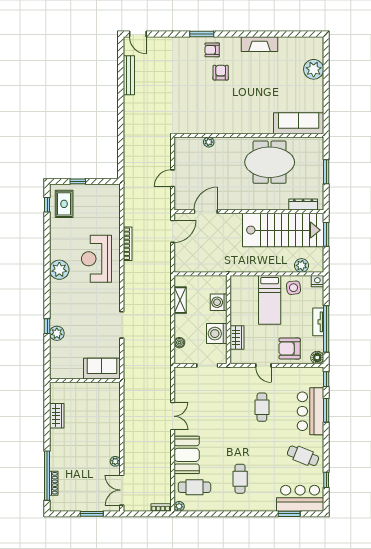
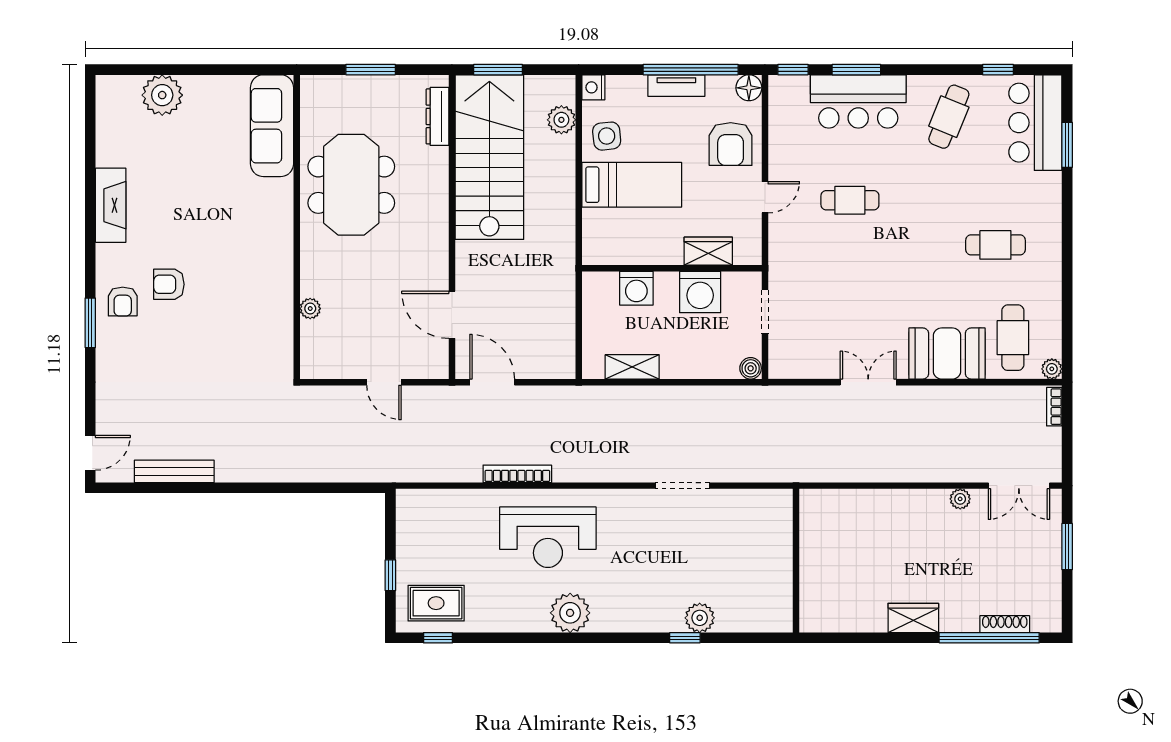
boiler: (179, 343) -> (751, 368), moved
sofa: (102, 369) -> (771, 526), removed
wardrobe: (57, 416) -> (913, 618), moved

